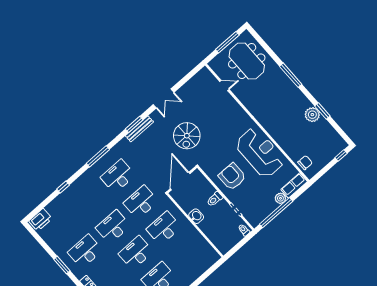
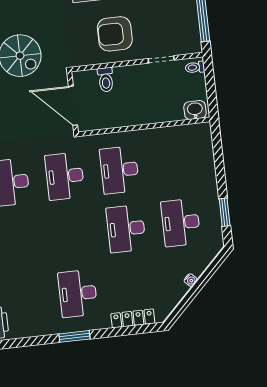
toilet: (215, 199) -> (106, 80), moved
washbasin: (196, 216) -> (195, 110), moved
desk: (113, 227) -> (71, 235), removed

